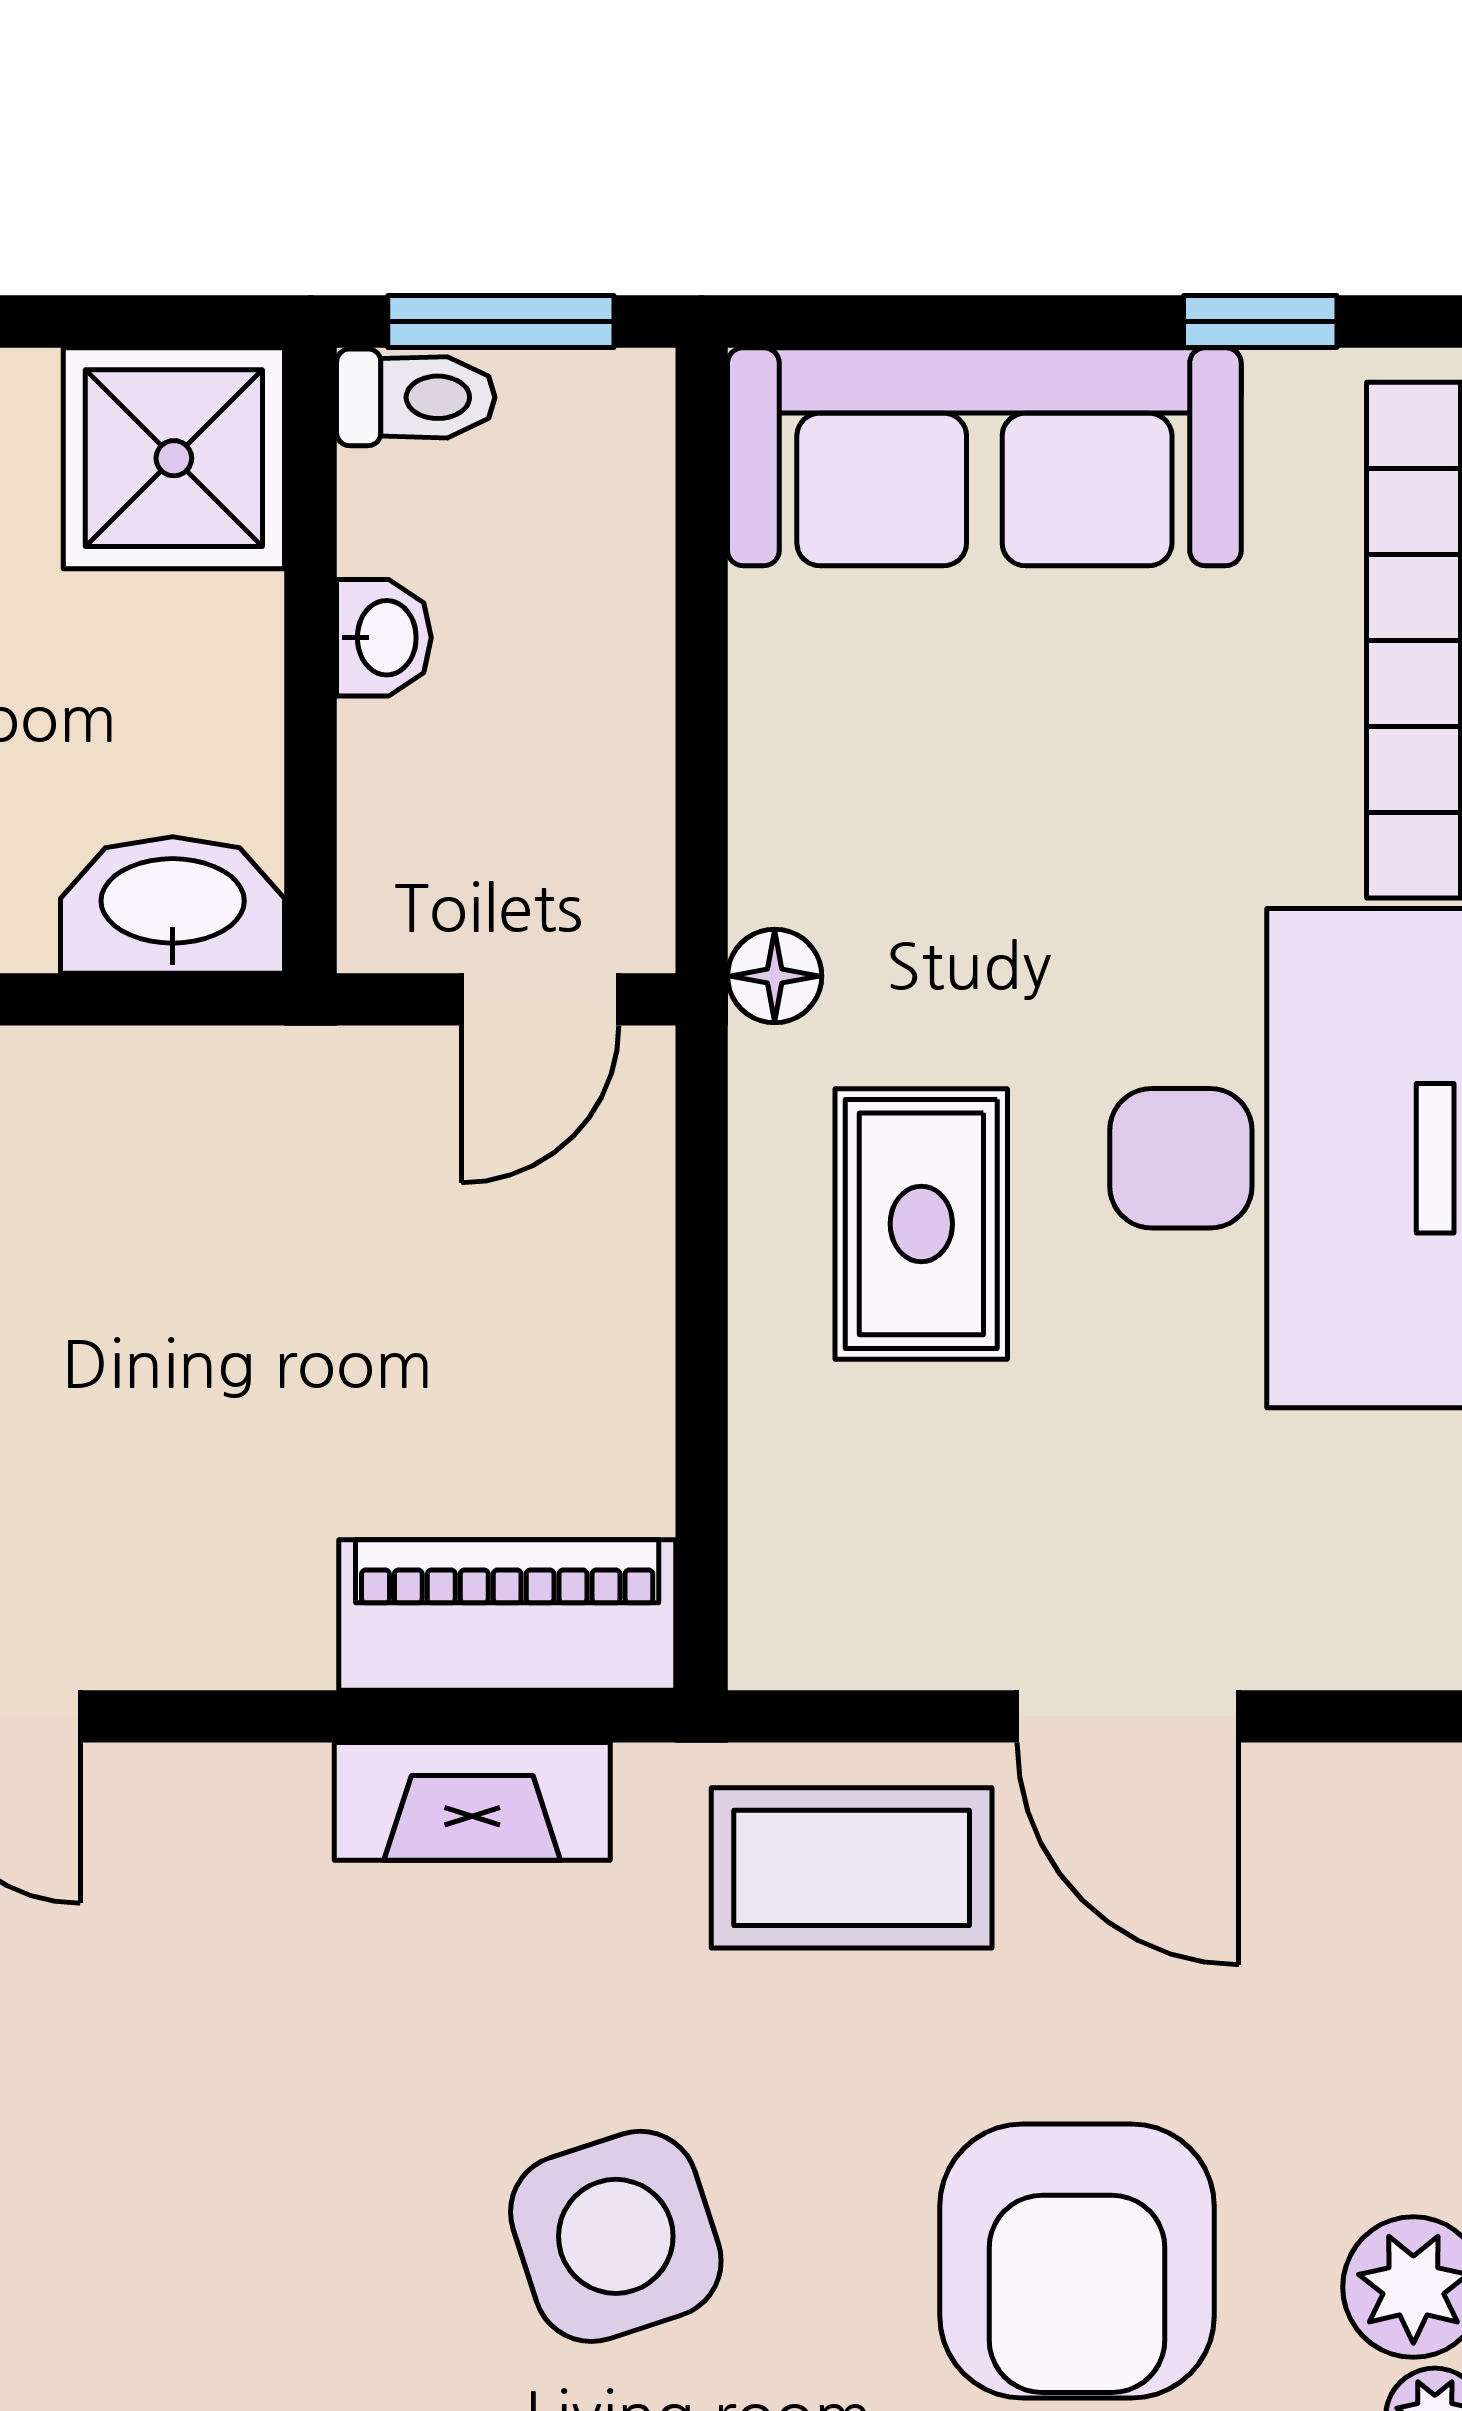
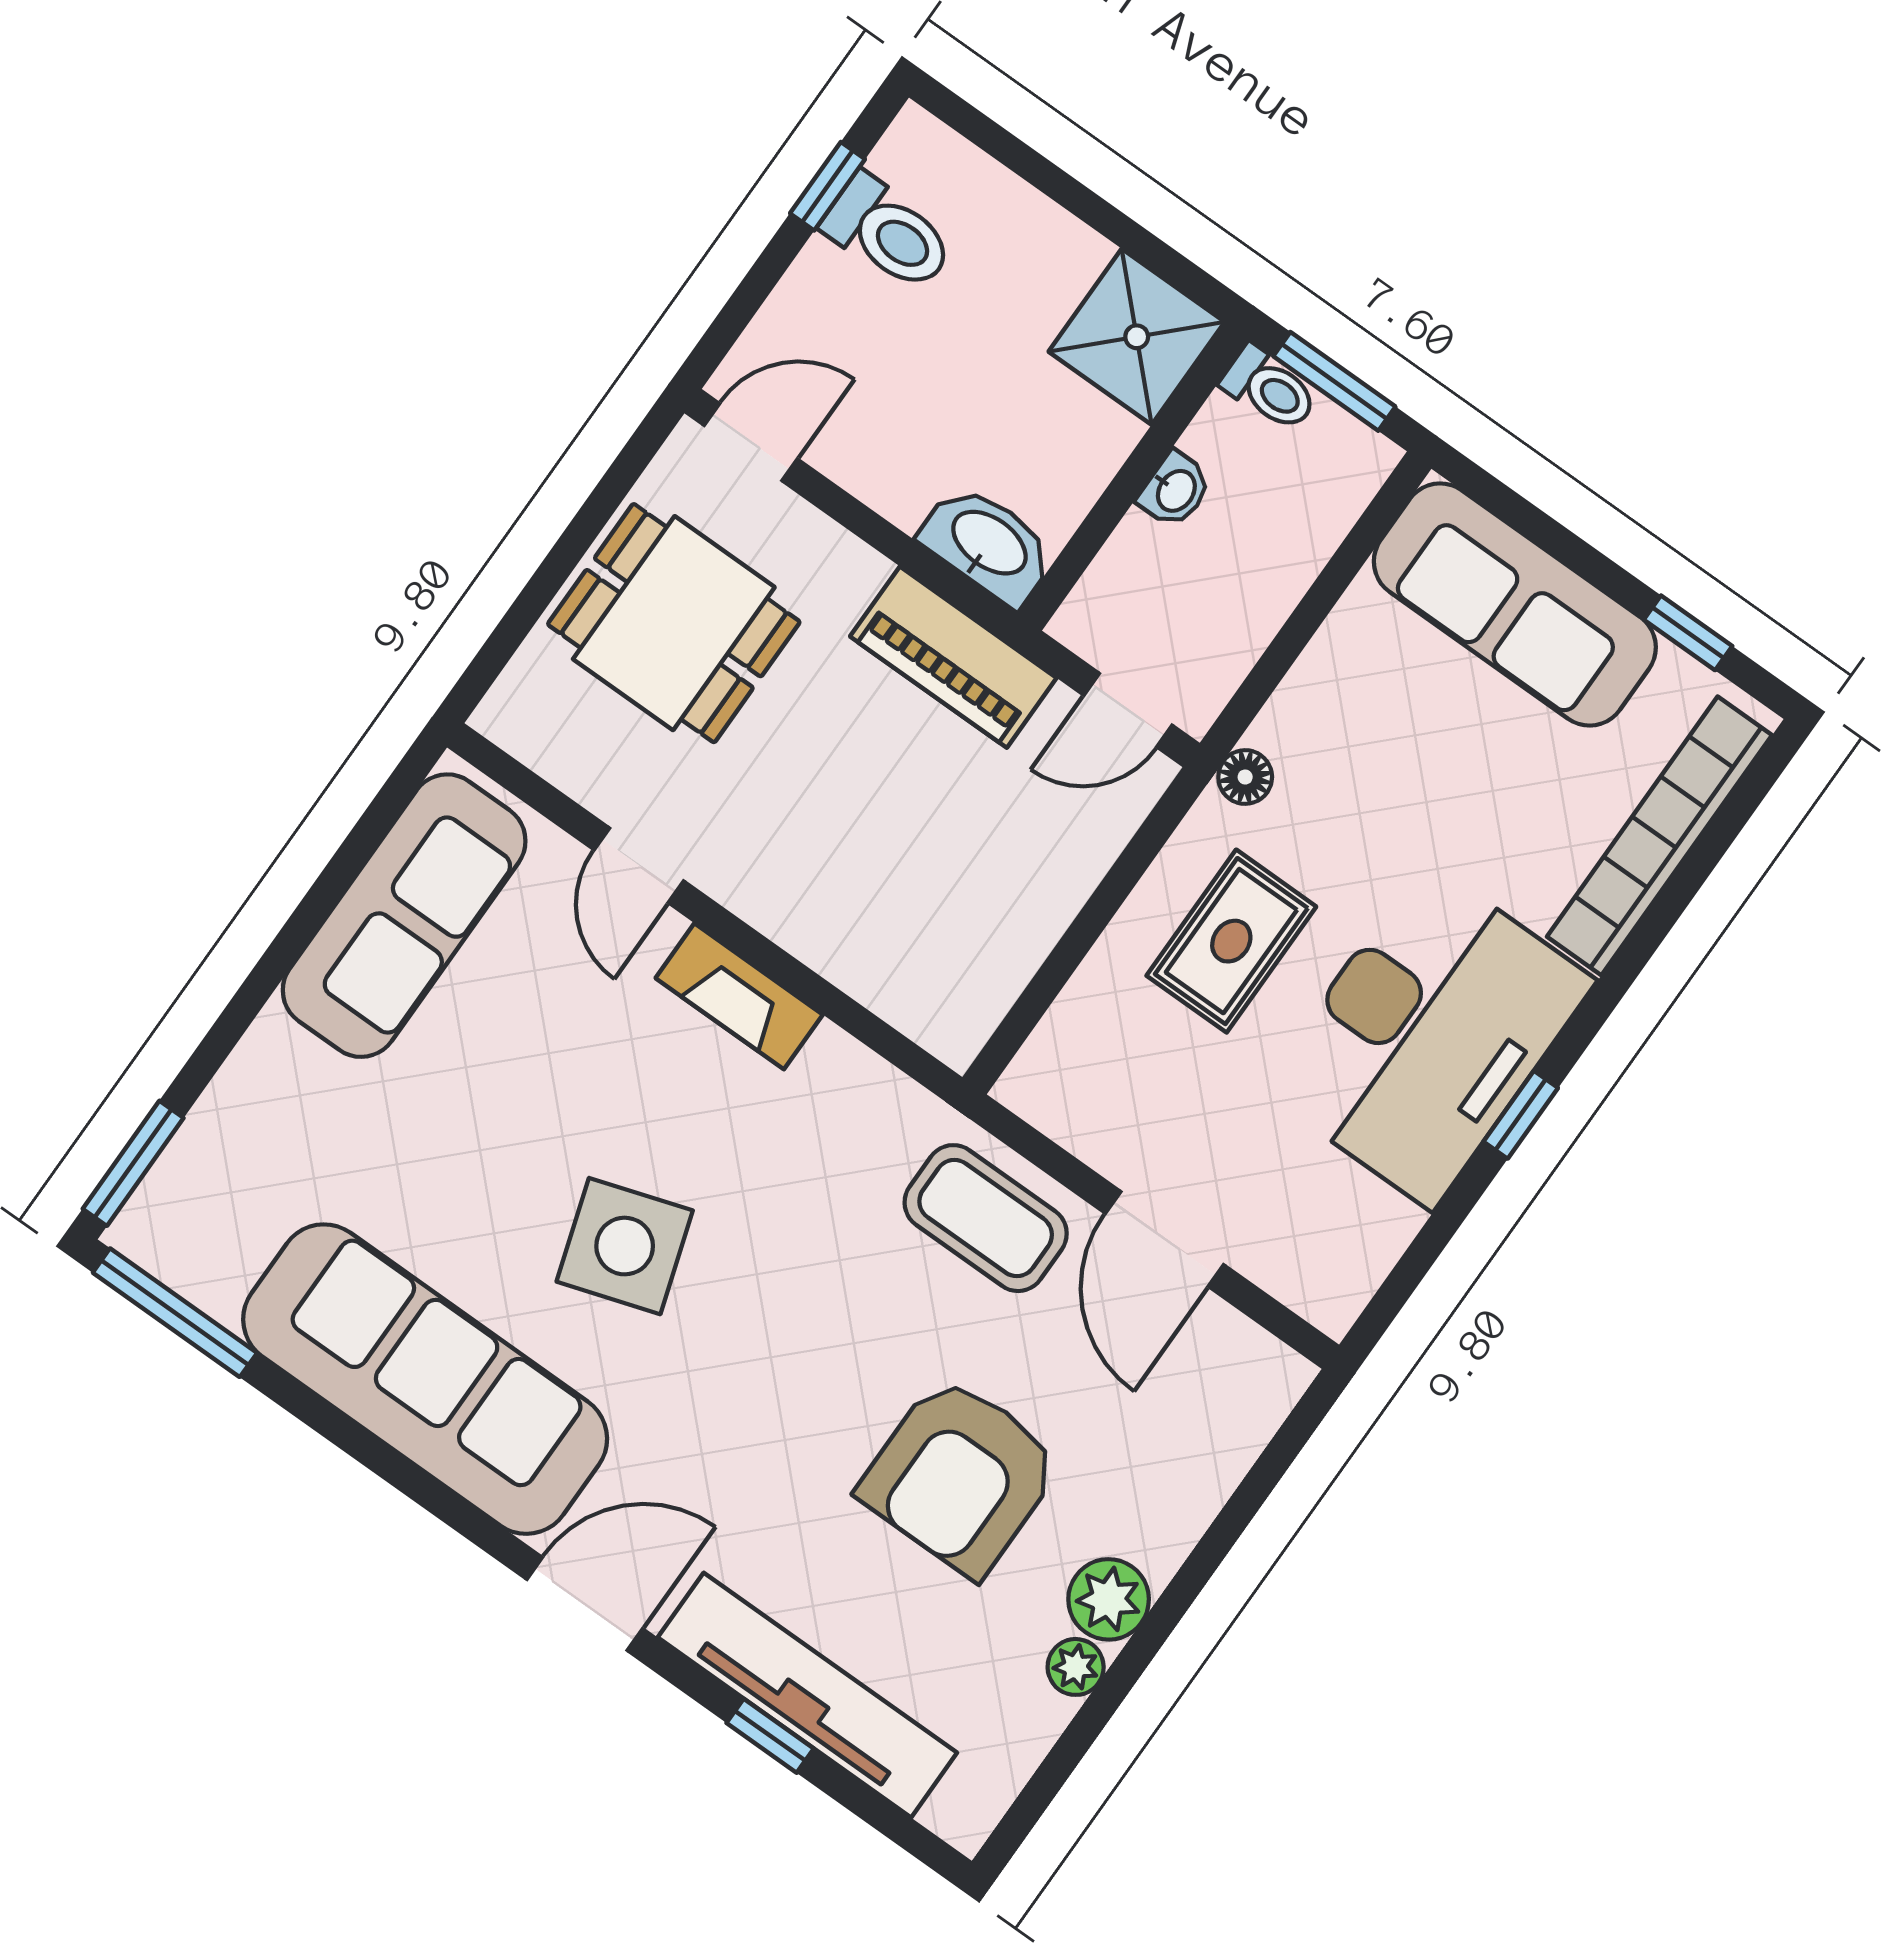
piano: (507, 1615) -> (953, 657), moved, turned 180
fireplace: (472, 1801) -> (739, 996), moved
side table: (616, 2236) -> (625, 1246), moved

